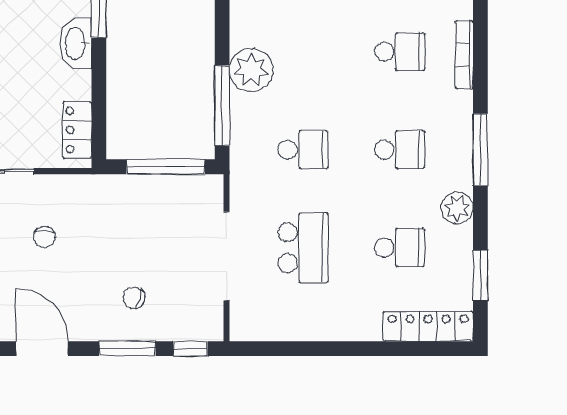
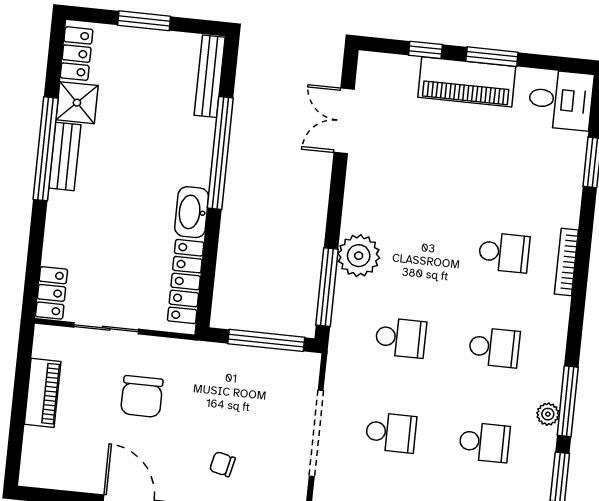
locker: (77, 130) -> (186, 282), width x1.53
window: (480, 150) -> (568, 401), moved
plant: (457, 208) -> (548, 414), width x0.73, depth x0.73
chair: (44, 237) -> (142, 396), width x1.87, depth x1.87
school desk: (303, 248) -> (391, 433), width x0.54

